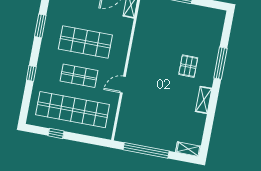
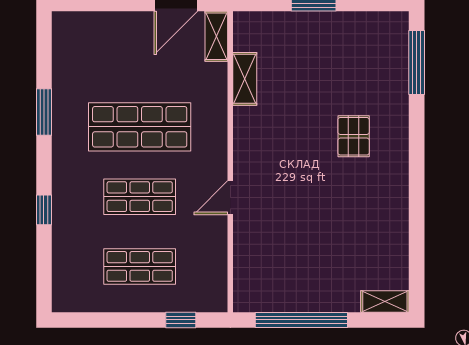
window: (220, 63) -> (417, 62), moved
shelving: (204, 100) -> (245, 79), moved
shop shelf: (73, 110) -> (140, 266), width x0.50, depth x0.74
window: (56, 133) -> (181, 320), moved

